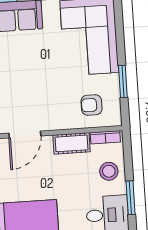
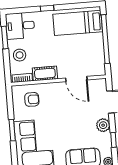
window: (123, 82) -> (12, 130), moved
door: (25, 135) -> (76, 79), swing flipped

